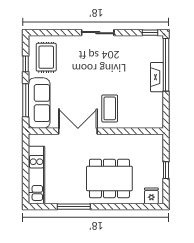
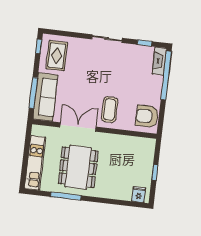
window: (150, 33) -> (145, 43), moved
window: (26, 64) -> (39, 46), moved
fireplace: (157, 77) -> (159, 61), moved
armchair: (151, 111) -> (147, 116), added
dining table: (109, 178) -> (78, 167), moved, turned 90

